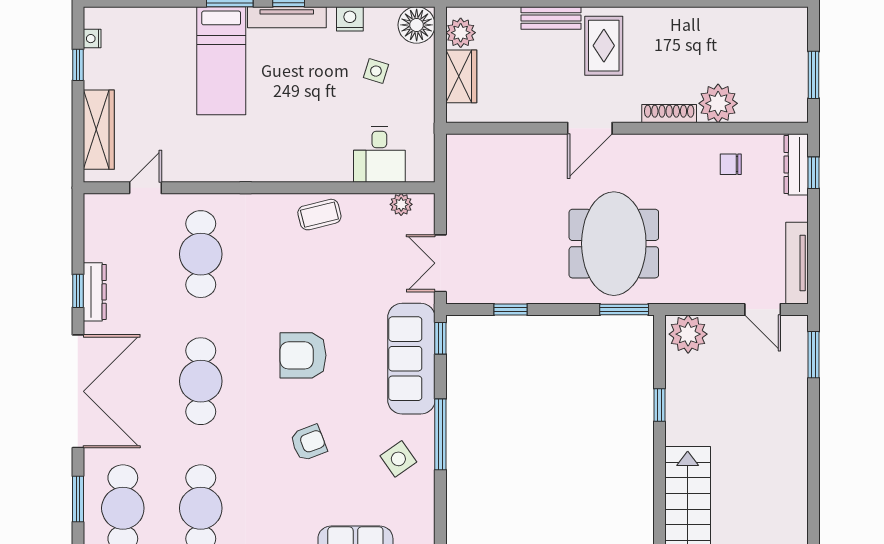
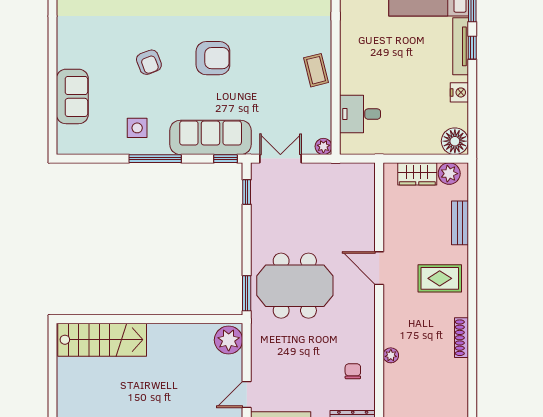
bench: (551, 18) -> (460, 223), moved
side table: (376, 71) -> (421, 112), removed
plant: (718, 103) -> (391, 355), width x0.53, depth x0.53
shoe rack: (669, 114) -> (462, 338), moved, turned 180
plant: (401, 204) -> (323, 146), moved
window: (511, 309) -> (247, 192), moved
armchair: (303, 355) -> (213, 58), turned 90
window: (659, 405) -> (177, 319), removed
side table: (398, 459) -> (137, 128), turned 35

